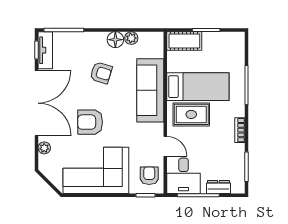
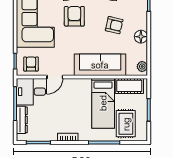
plant: (131, 38) -> (142, 67), moved
cot: (184, 41) -> (129, 86), moved, turned 90
armchair: (101, 73) -> (114, 25), turned -94
rug: (191, 114) -> (126, 124), moved
armchair: (149, 176) -> (31, 64), turned -90
dresser: (218, 187) -> (22, 120), width x1.44

